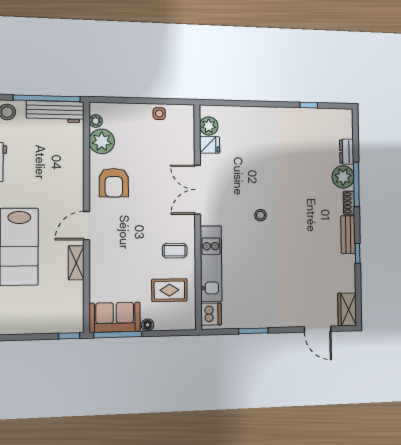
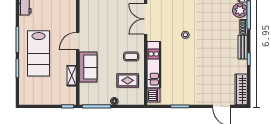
armchair: (114, 183) -> (94, 15), removed
shelving: (76, 263) -> (72, 76), moved
wardrobe: (347, 309) -> (241, 89), width x1.50
sofa: (115, 317) -> (88, 67), moved, turned 90

